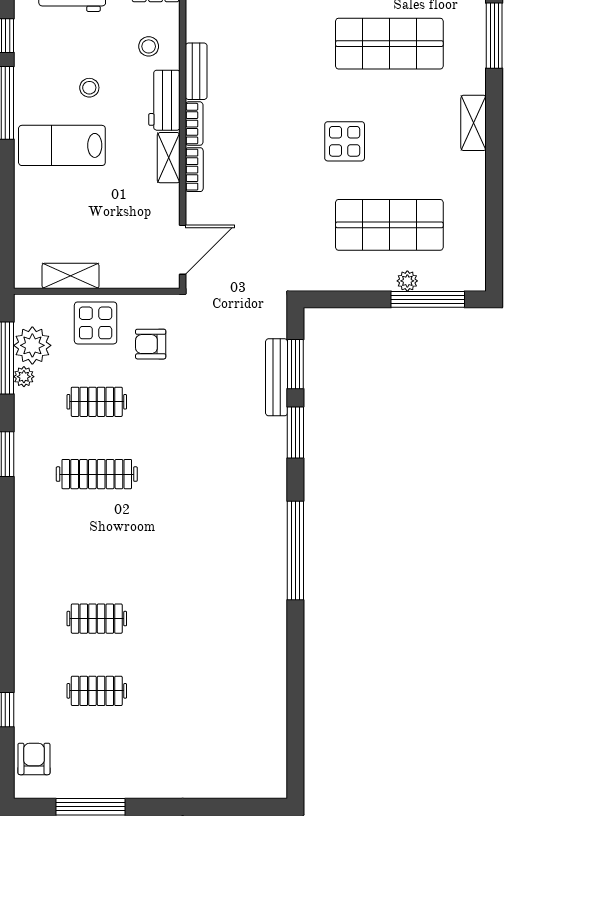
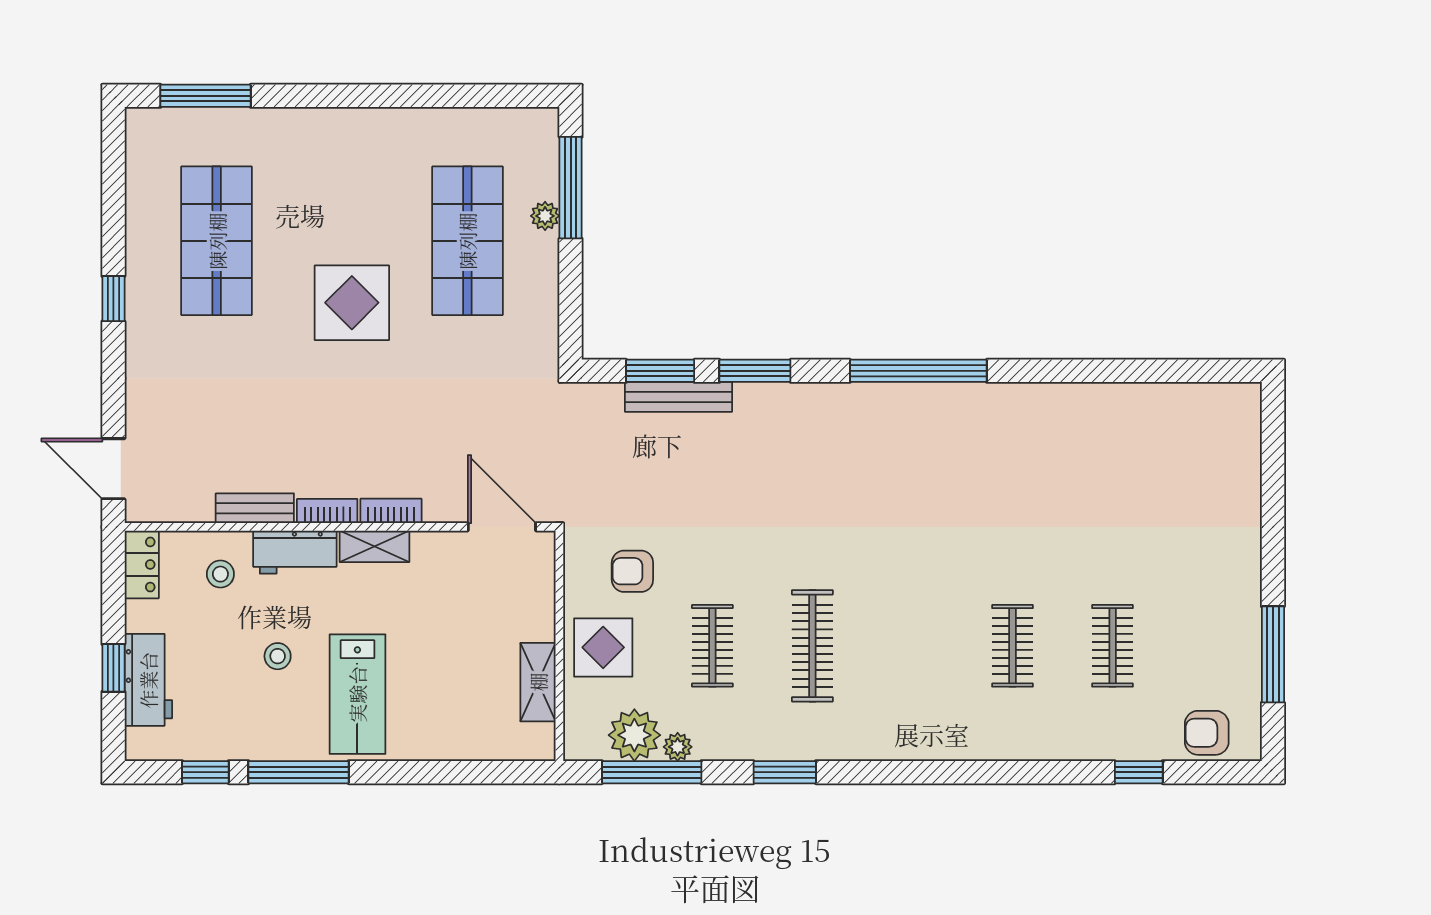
shelving: (474, 123) -> (326, 124), removed
display table: (345, 141) -> (352, 303), width x1.36, depth x1.36
armchair: (151, 344) -> (632, 571), turned 90

